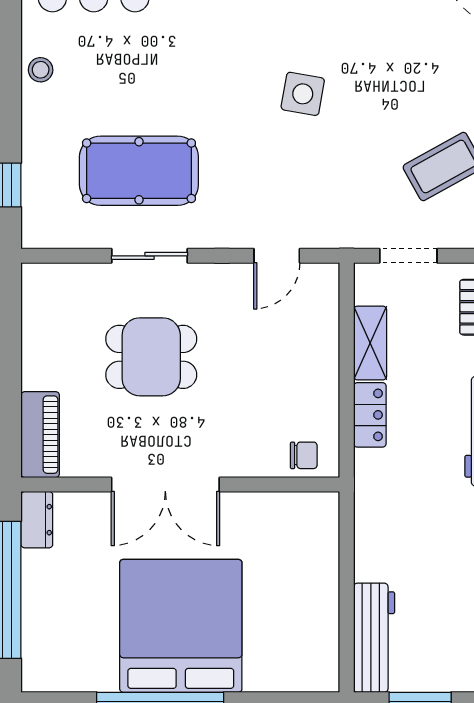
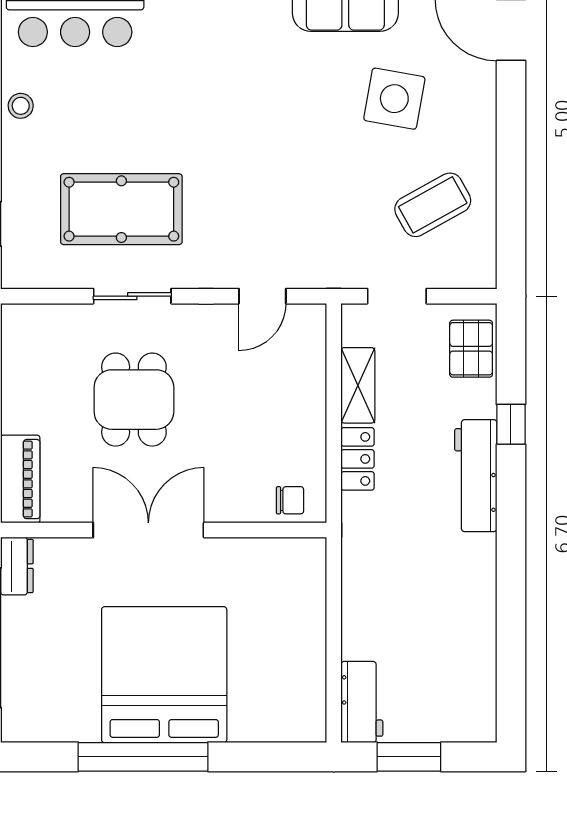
side table: (303, 94) -> (394, 99), moved, width x1.37, depth x1.37
dining table: (151, 357) -> (134, 400), turned 90
double door: (165, 484) -> (148, 530), swing flipped
workbench: (374, 638) -> (362, 702), width x0.73

